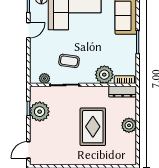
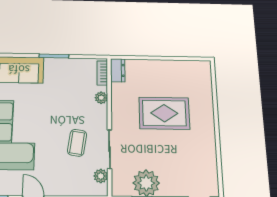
plant: (104, 75) -> (101, 98), width x0.53, depth x0.53
dresser: (123, 92) -> (118, 70), width x0.70
plant: (129, 125) -> (161, 68), removed

